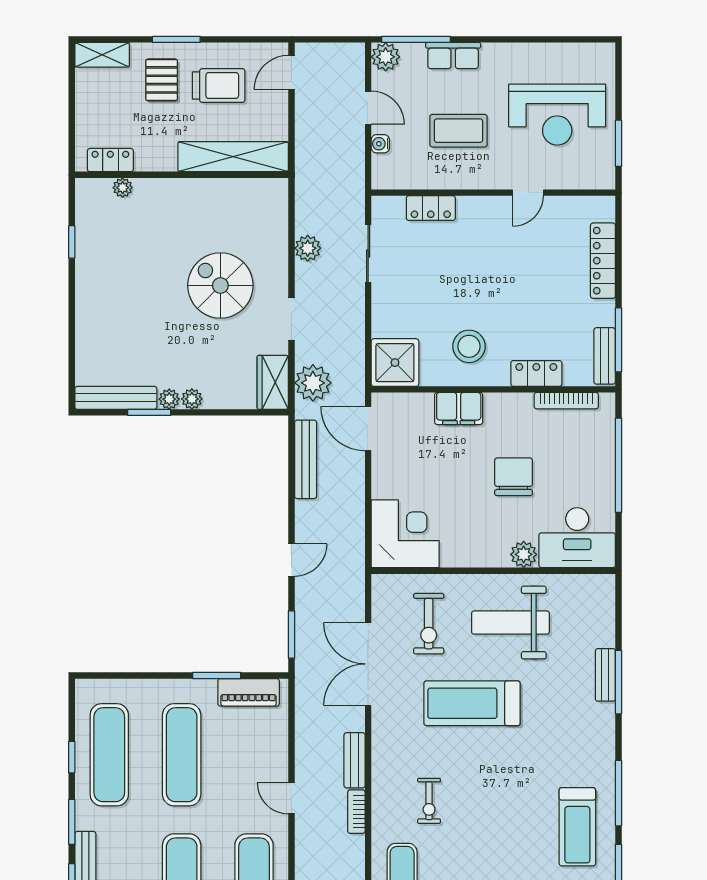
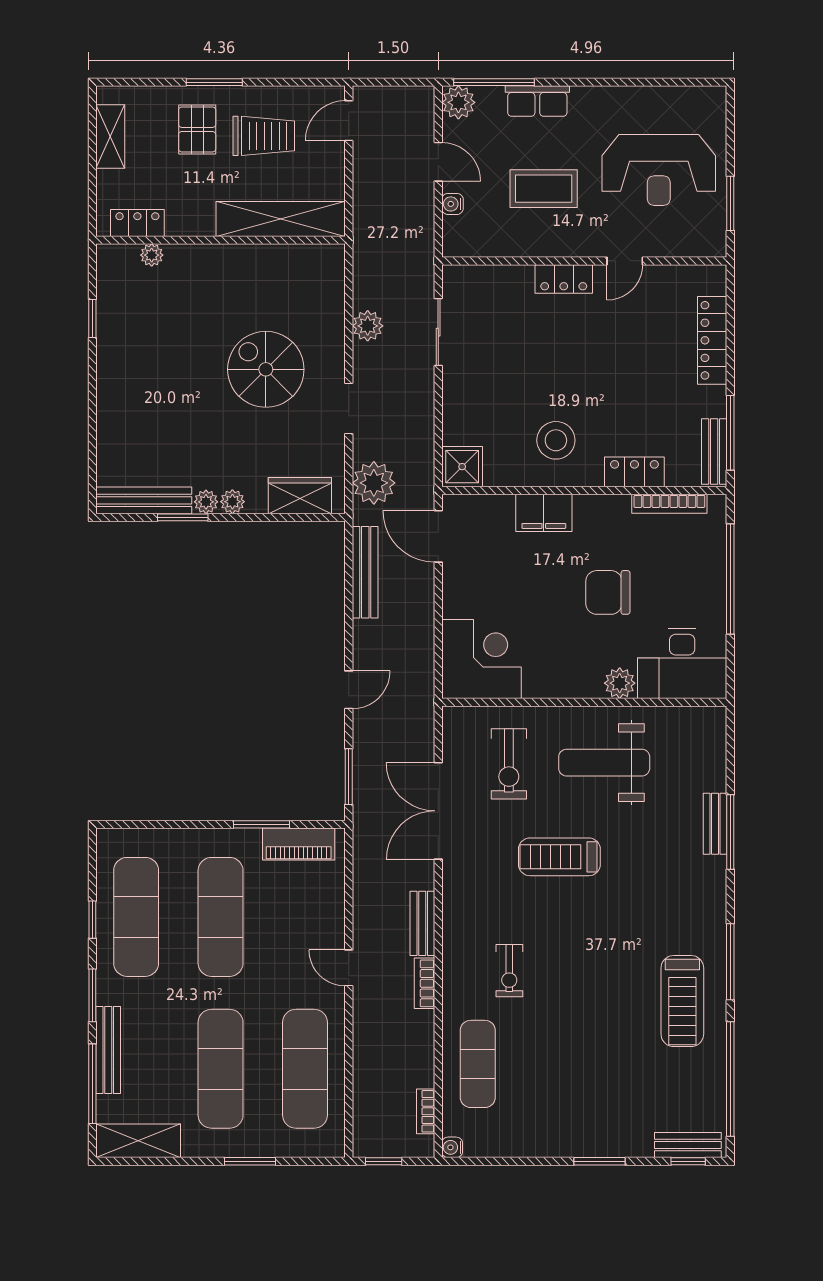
shelving: (102, 55) -> (110, 137), moved, turned 90
locker: (431, 208) -> (564, 279), moved
shower: (395, 363) -> (462, 467), width x0.73, depth x0.73
wardrobe: (273, 382) -> (300, 496), moved, turned 90
chair: (514, 477) -> (608, 592), turned -90
treadmill: (472, 703) -> (559, 857), width x0.73, depth x0.73

